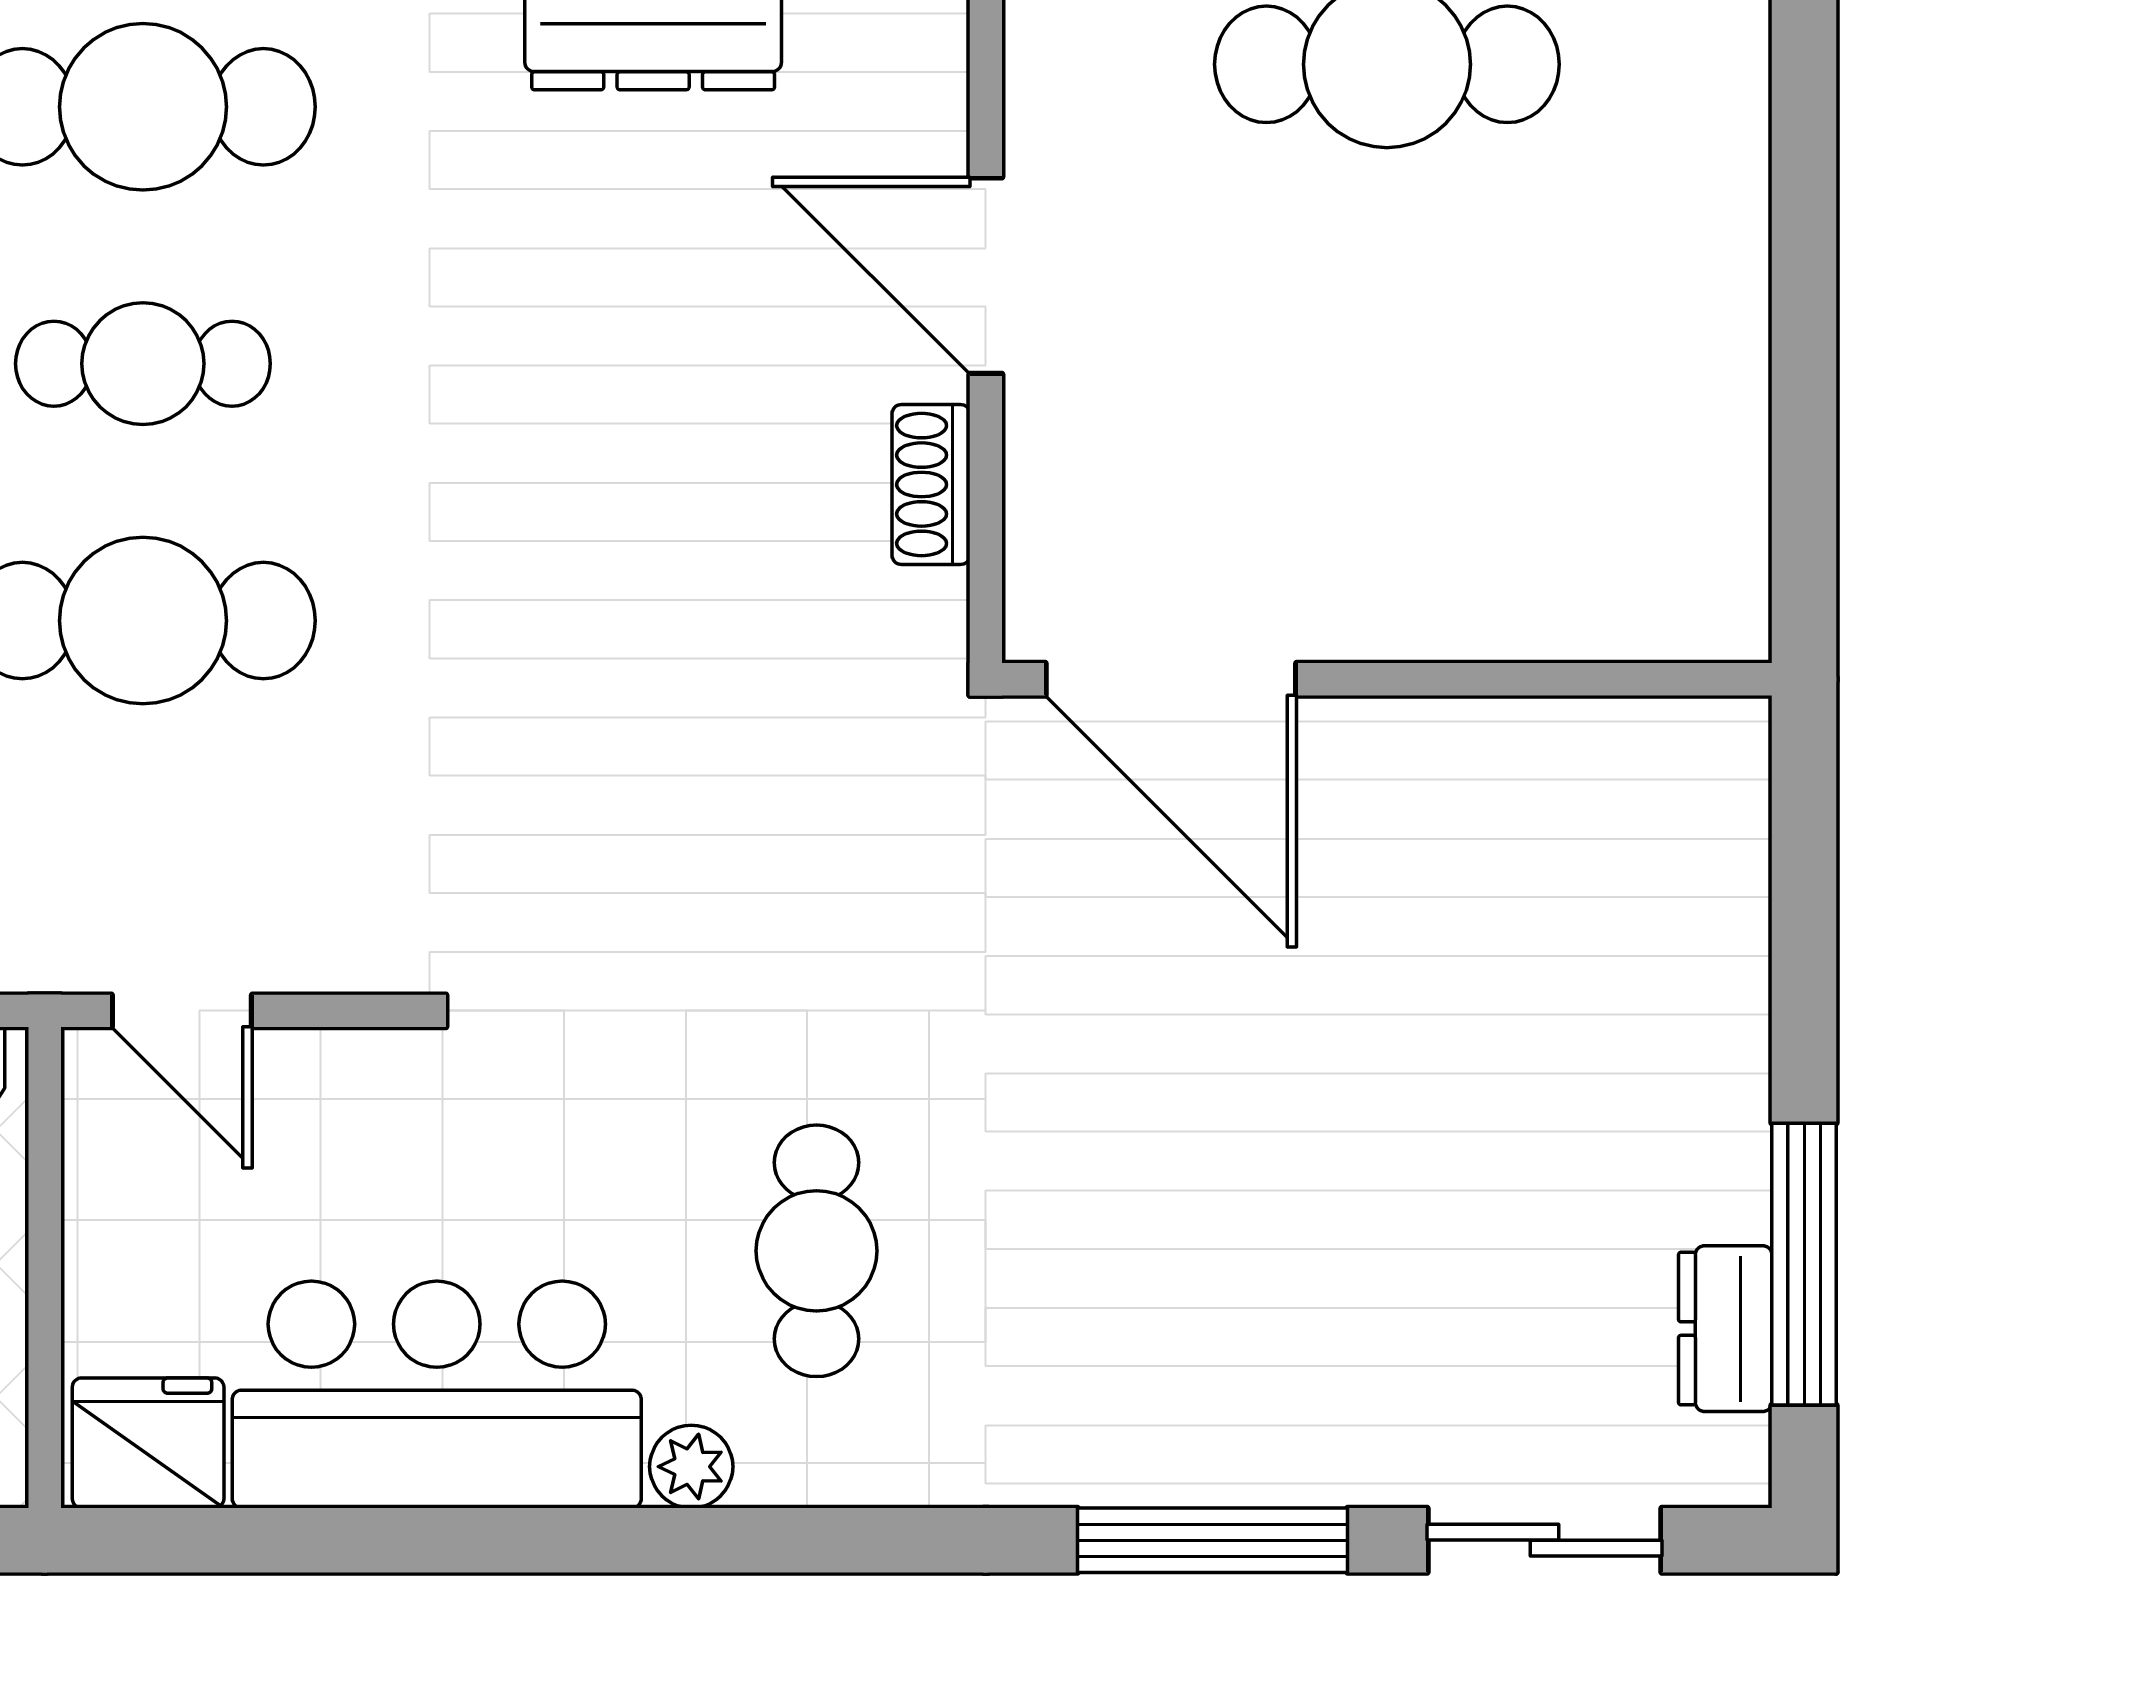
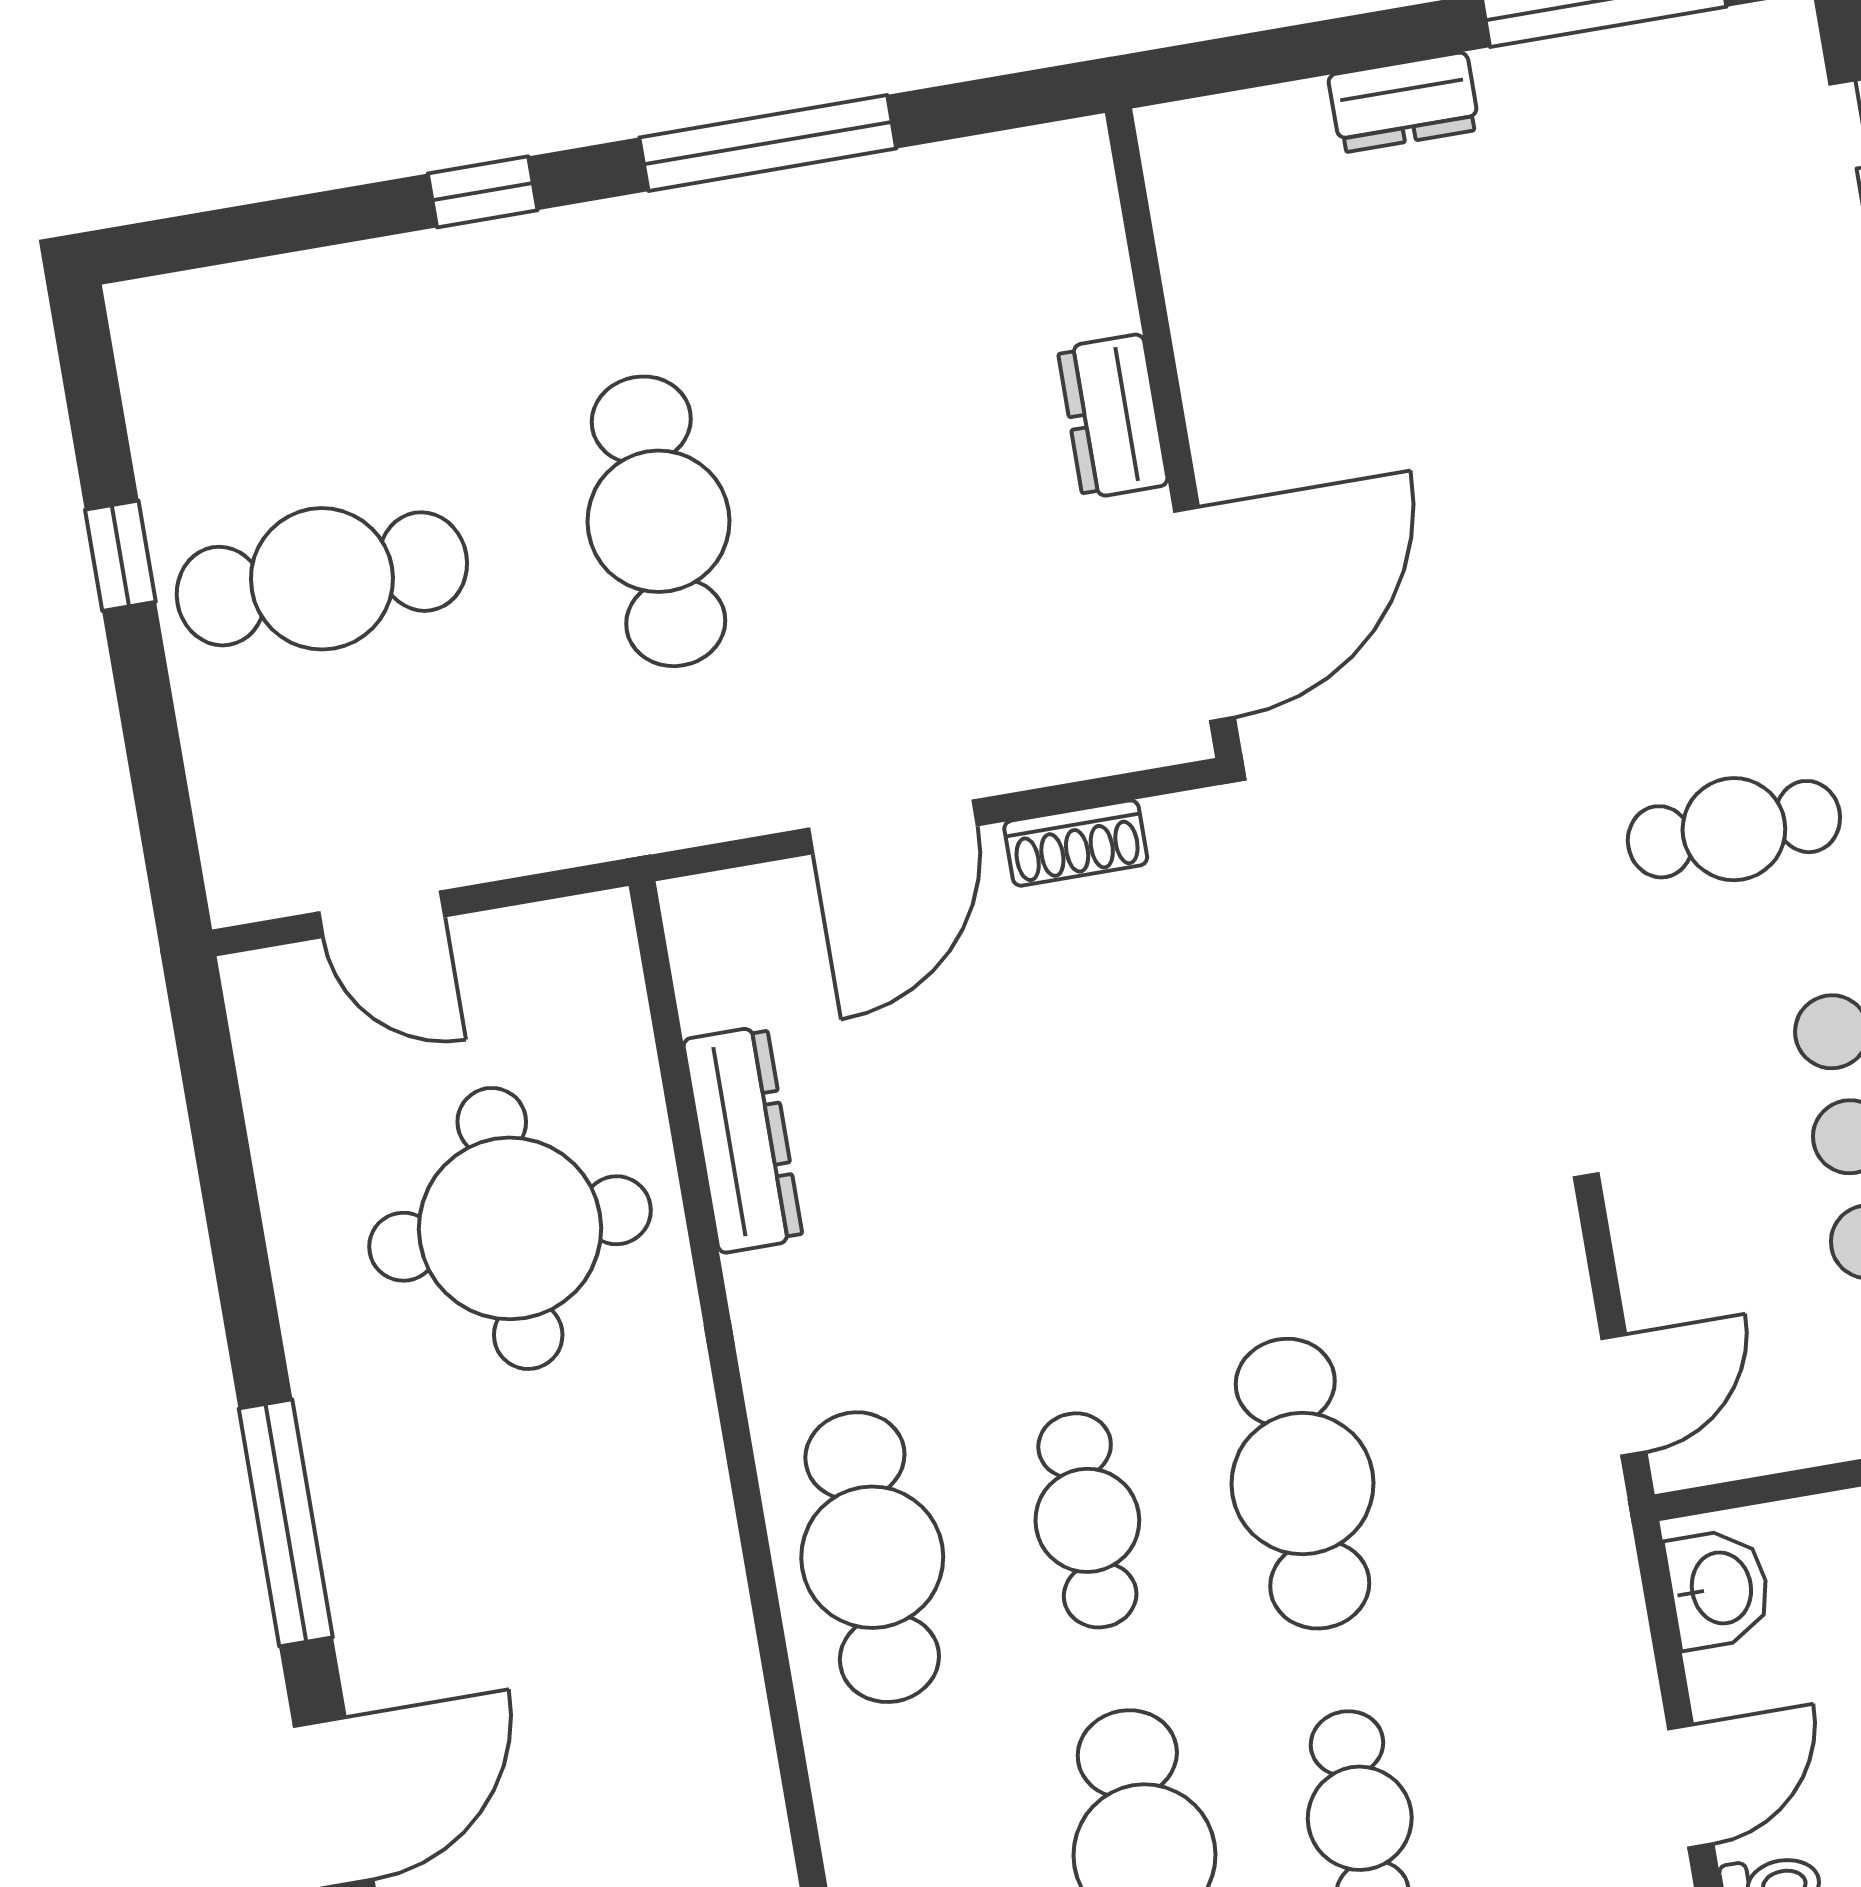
window: (1804, 266) -> (768, 143), added
dresser: (1418, 612) -> (1113, 416), added
dresser: (1725, 1329) -> (1404, 102), moved

